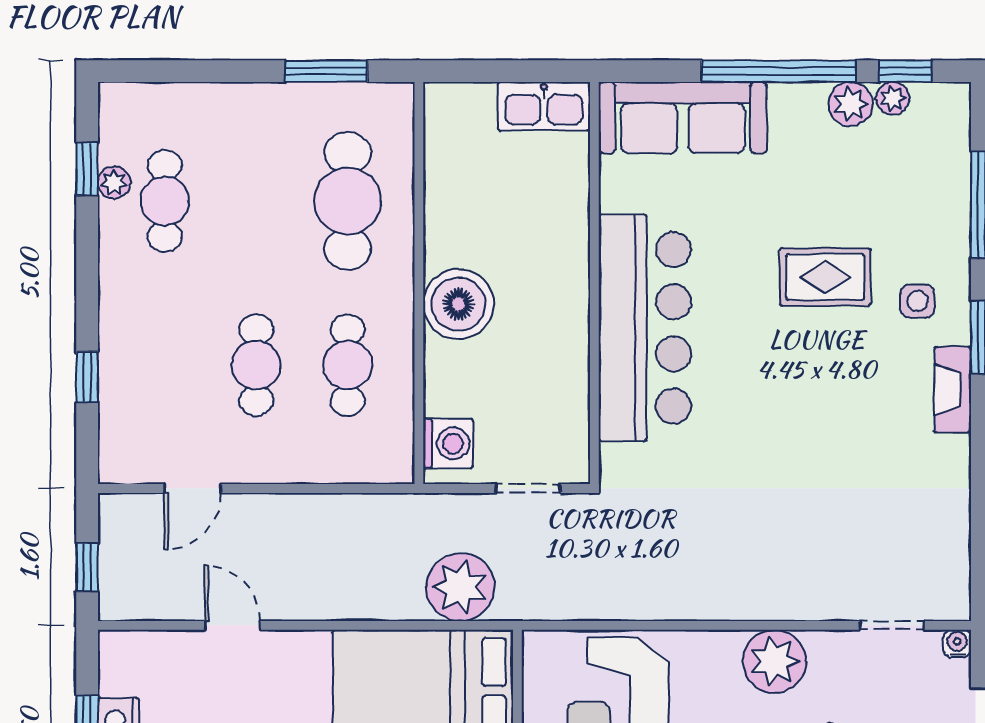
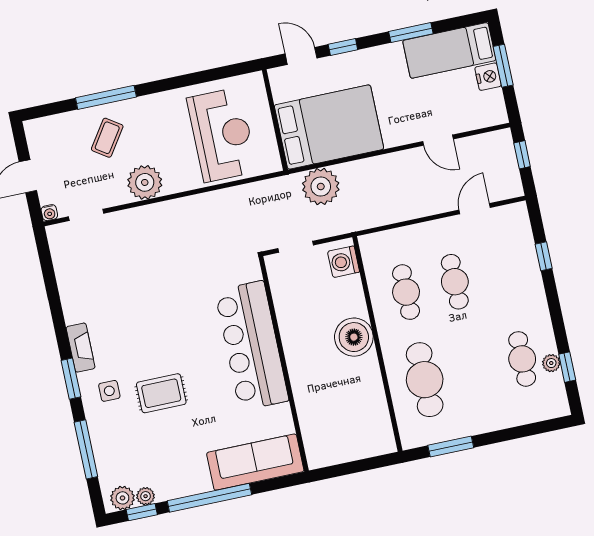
plant: (851, 104) -> (122, 498), moved
kitchen sink: (544, 106) -> (331, 452), removed

